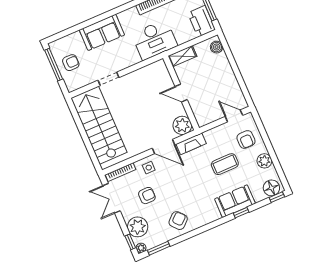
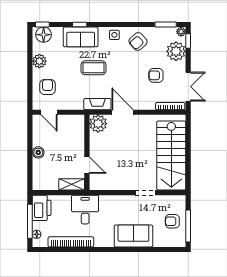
desk: (154, 40) -> (85, 210), width x0.73
boiler: (217, 47) -> (38, 152), moved
door: (181, 93) -> (87, 165), moved
coffee table: (225, 164) -> (94, 68), moved
side table: (149, 168) -> (114, 35), moved

